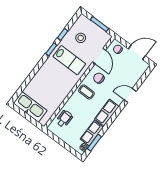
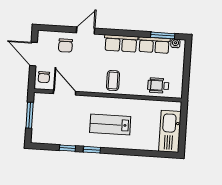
stool: (81, 38) -> (58, 126), removed
door: (99, 56) -> (65, 93), hinge flipped
lab bench: (69, 60) -> (110, 124), moved, turned -90
chair: (99, 78) -> (65, 45), moved
door: (130, 95) -> (86, 30), swing flipped

